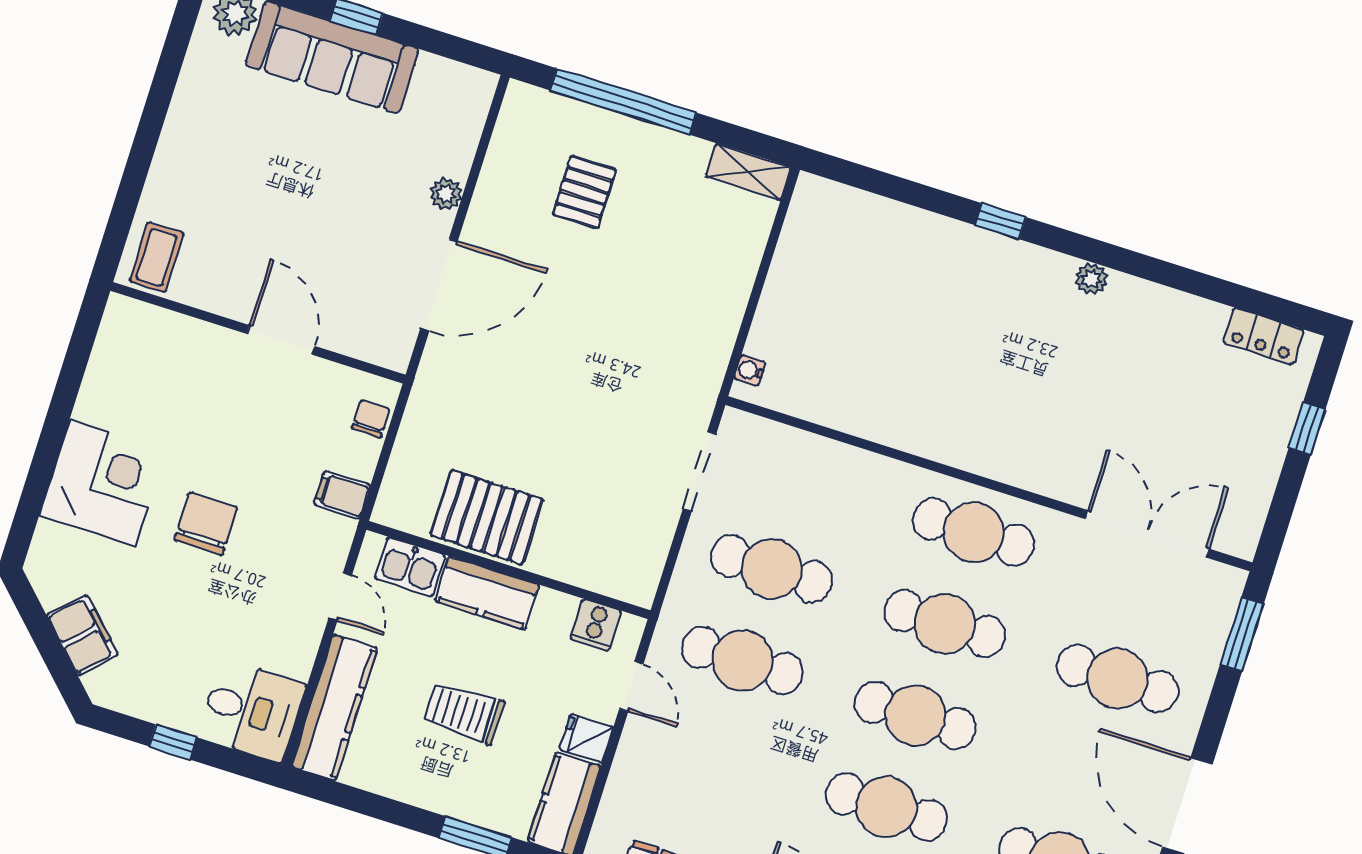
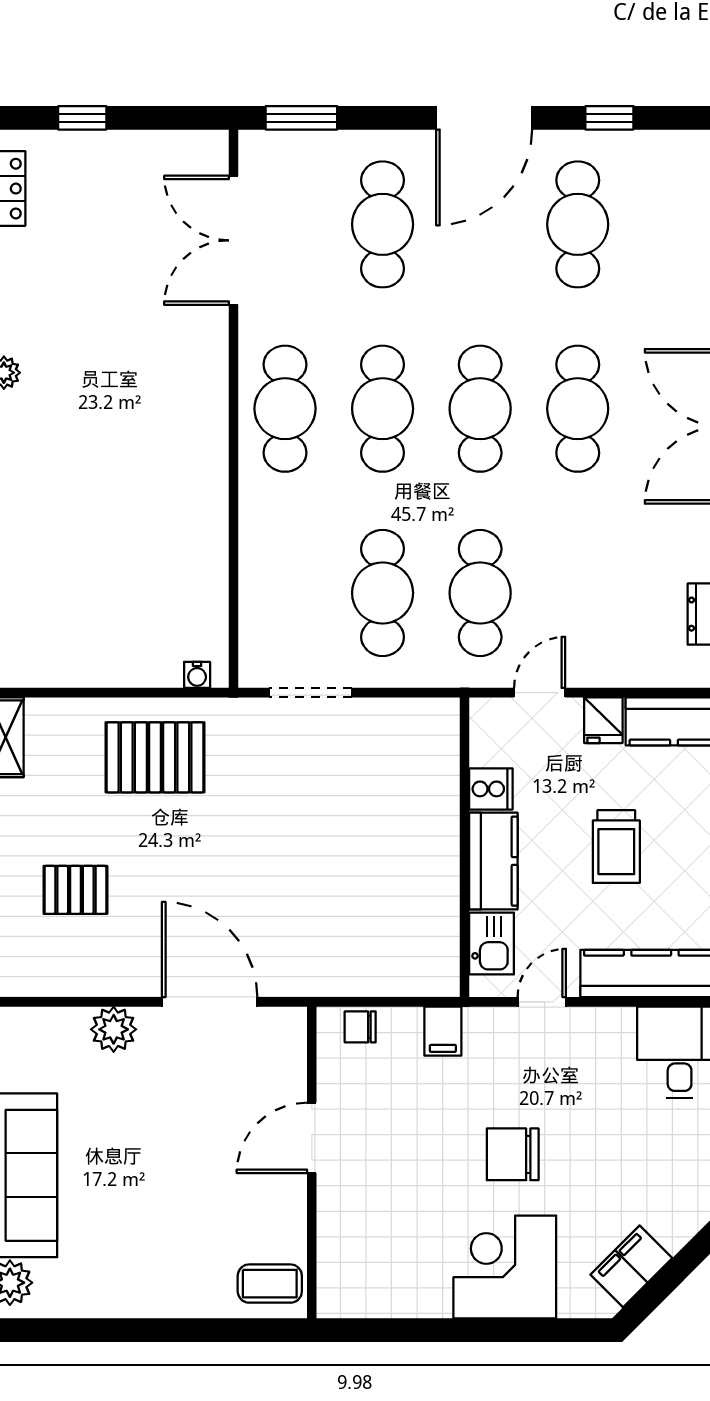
plant: (446, 194) -> (114, 1029), width x1.38, depth x1.38
pallet: (487, 517) -> (155, 757), moved, turned 90
cooker: (596, 625) -> (491, 789), moved
filing cabinet: (82, 635) -> (631, 1266), moved

